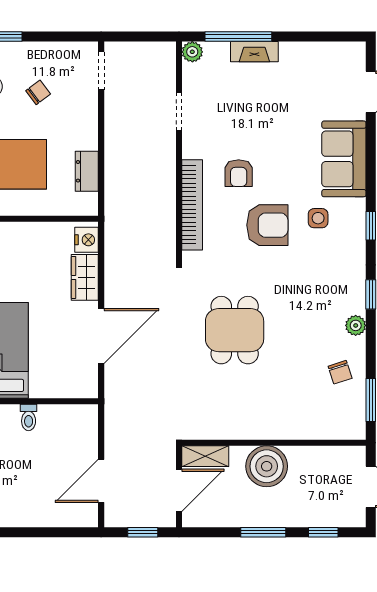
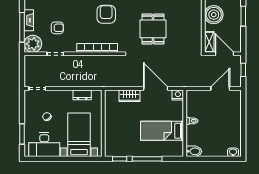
plant: (192, 52) -> (33, 44), width x1.88, depth x1.88
armchair: (239, 173) -> (57, 28), moved
nightstand: (86, 240) -> (178, 95), moved
dining table: (235, 330) -> (153, 29), turned 90
door: (101, 481) -> (220, 88), swing flipped

